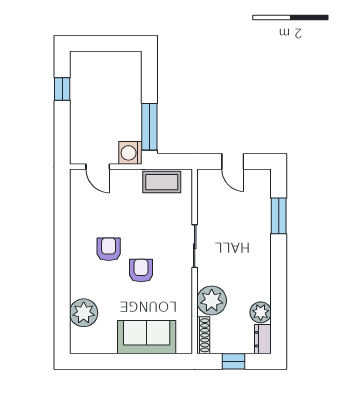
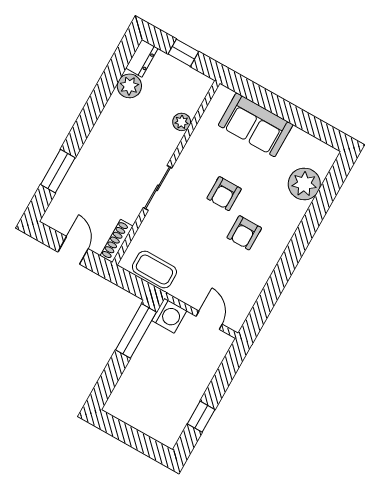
plant: (212, 300) -> (182, 122), width x0.53, depth x0.53
shoe rack: (203, 335) -> (117, 241), moved

